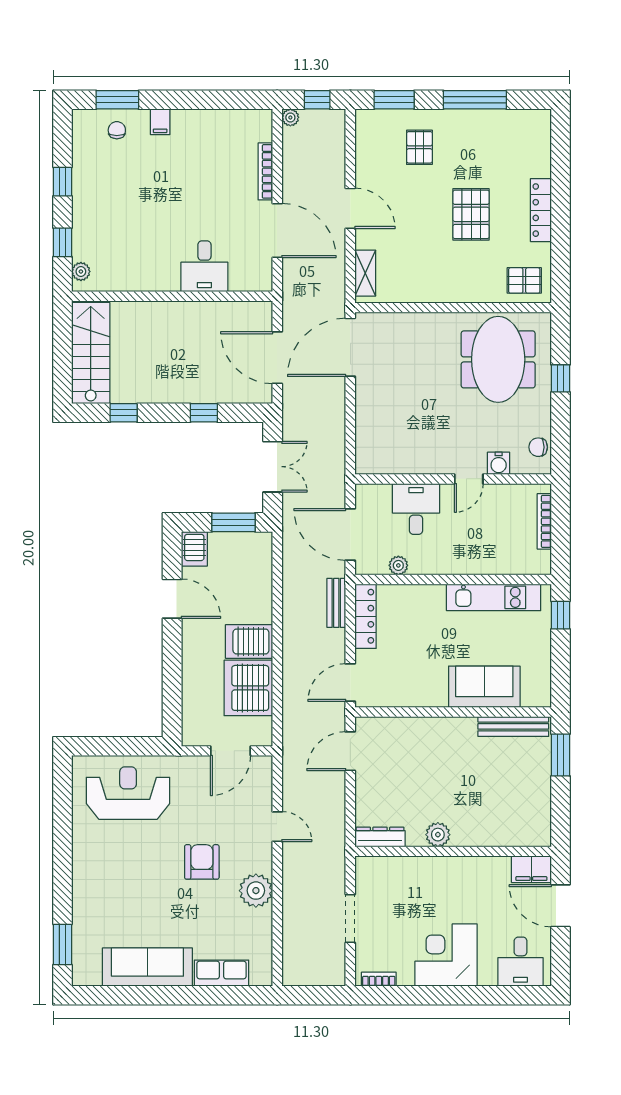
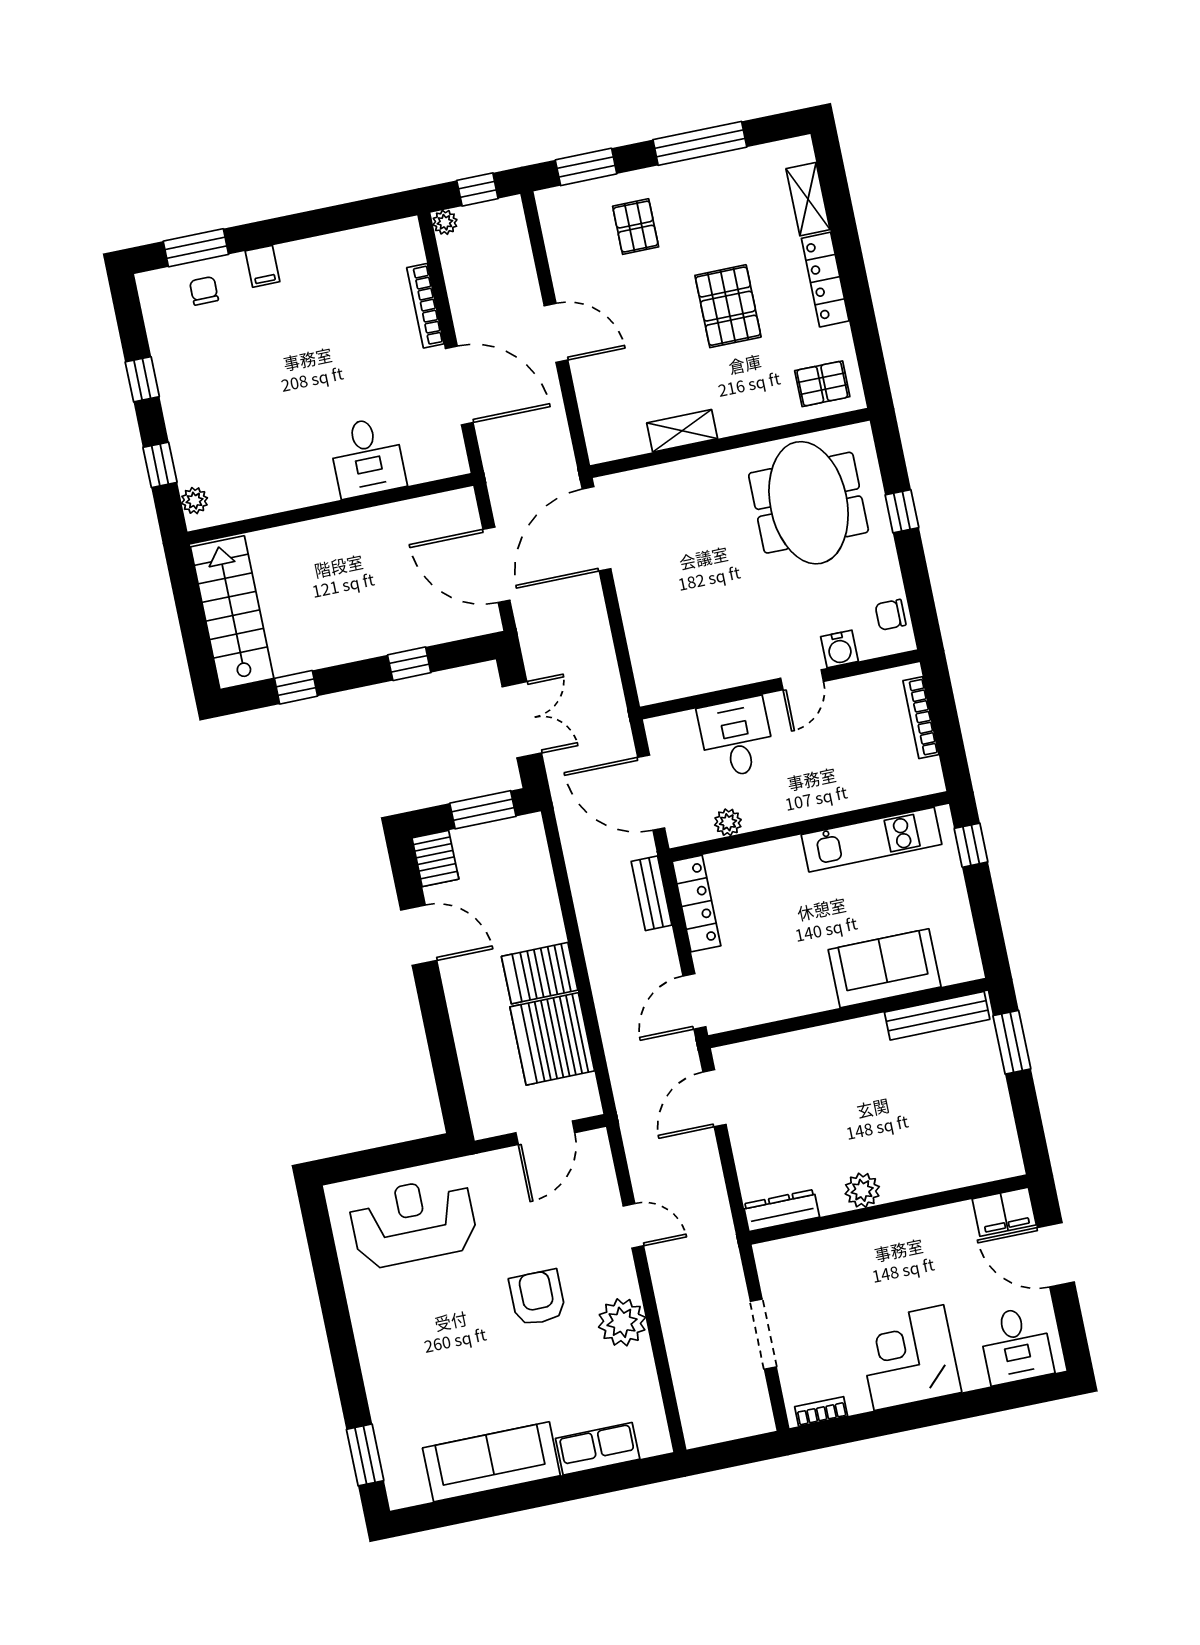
shelving: (541, 153) -> (808, 199), added
shelving: (365, 273) -> (682, 431), moved, turned 90

